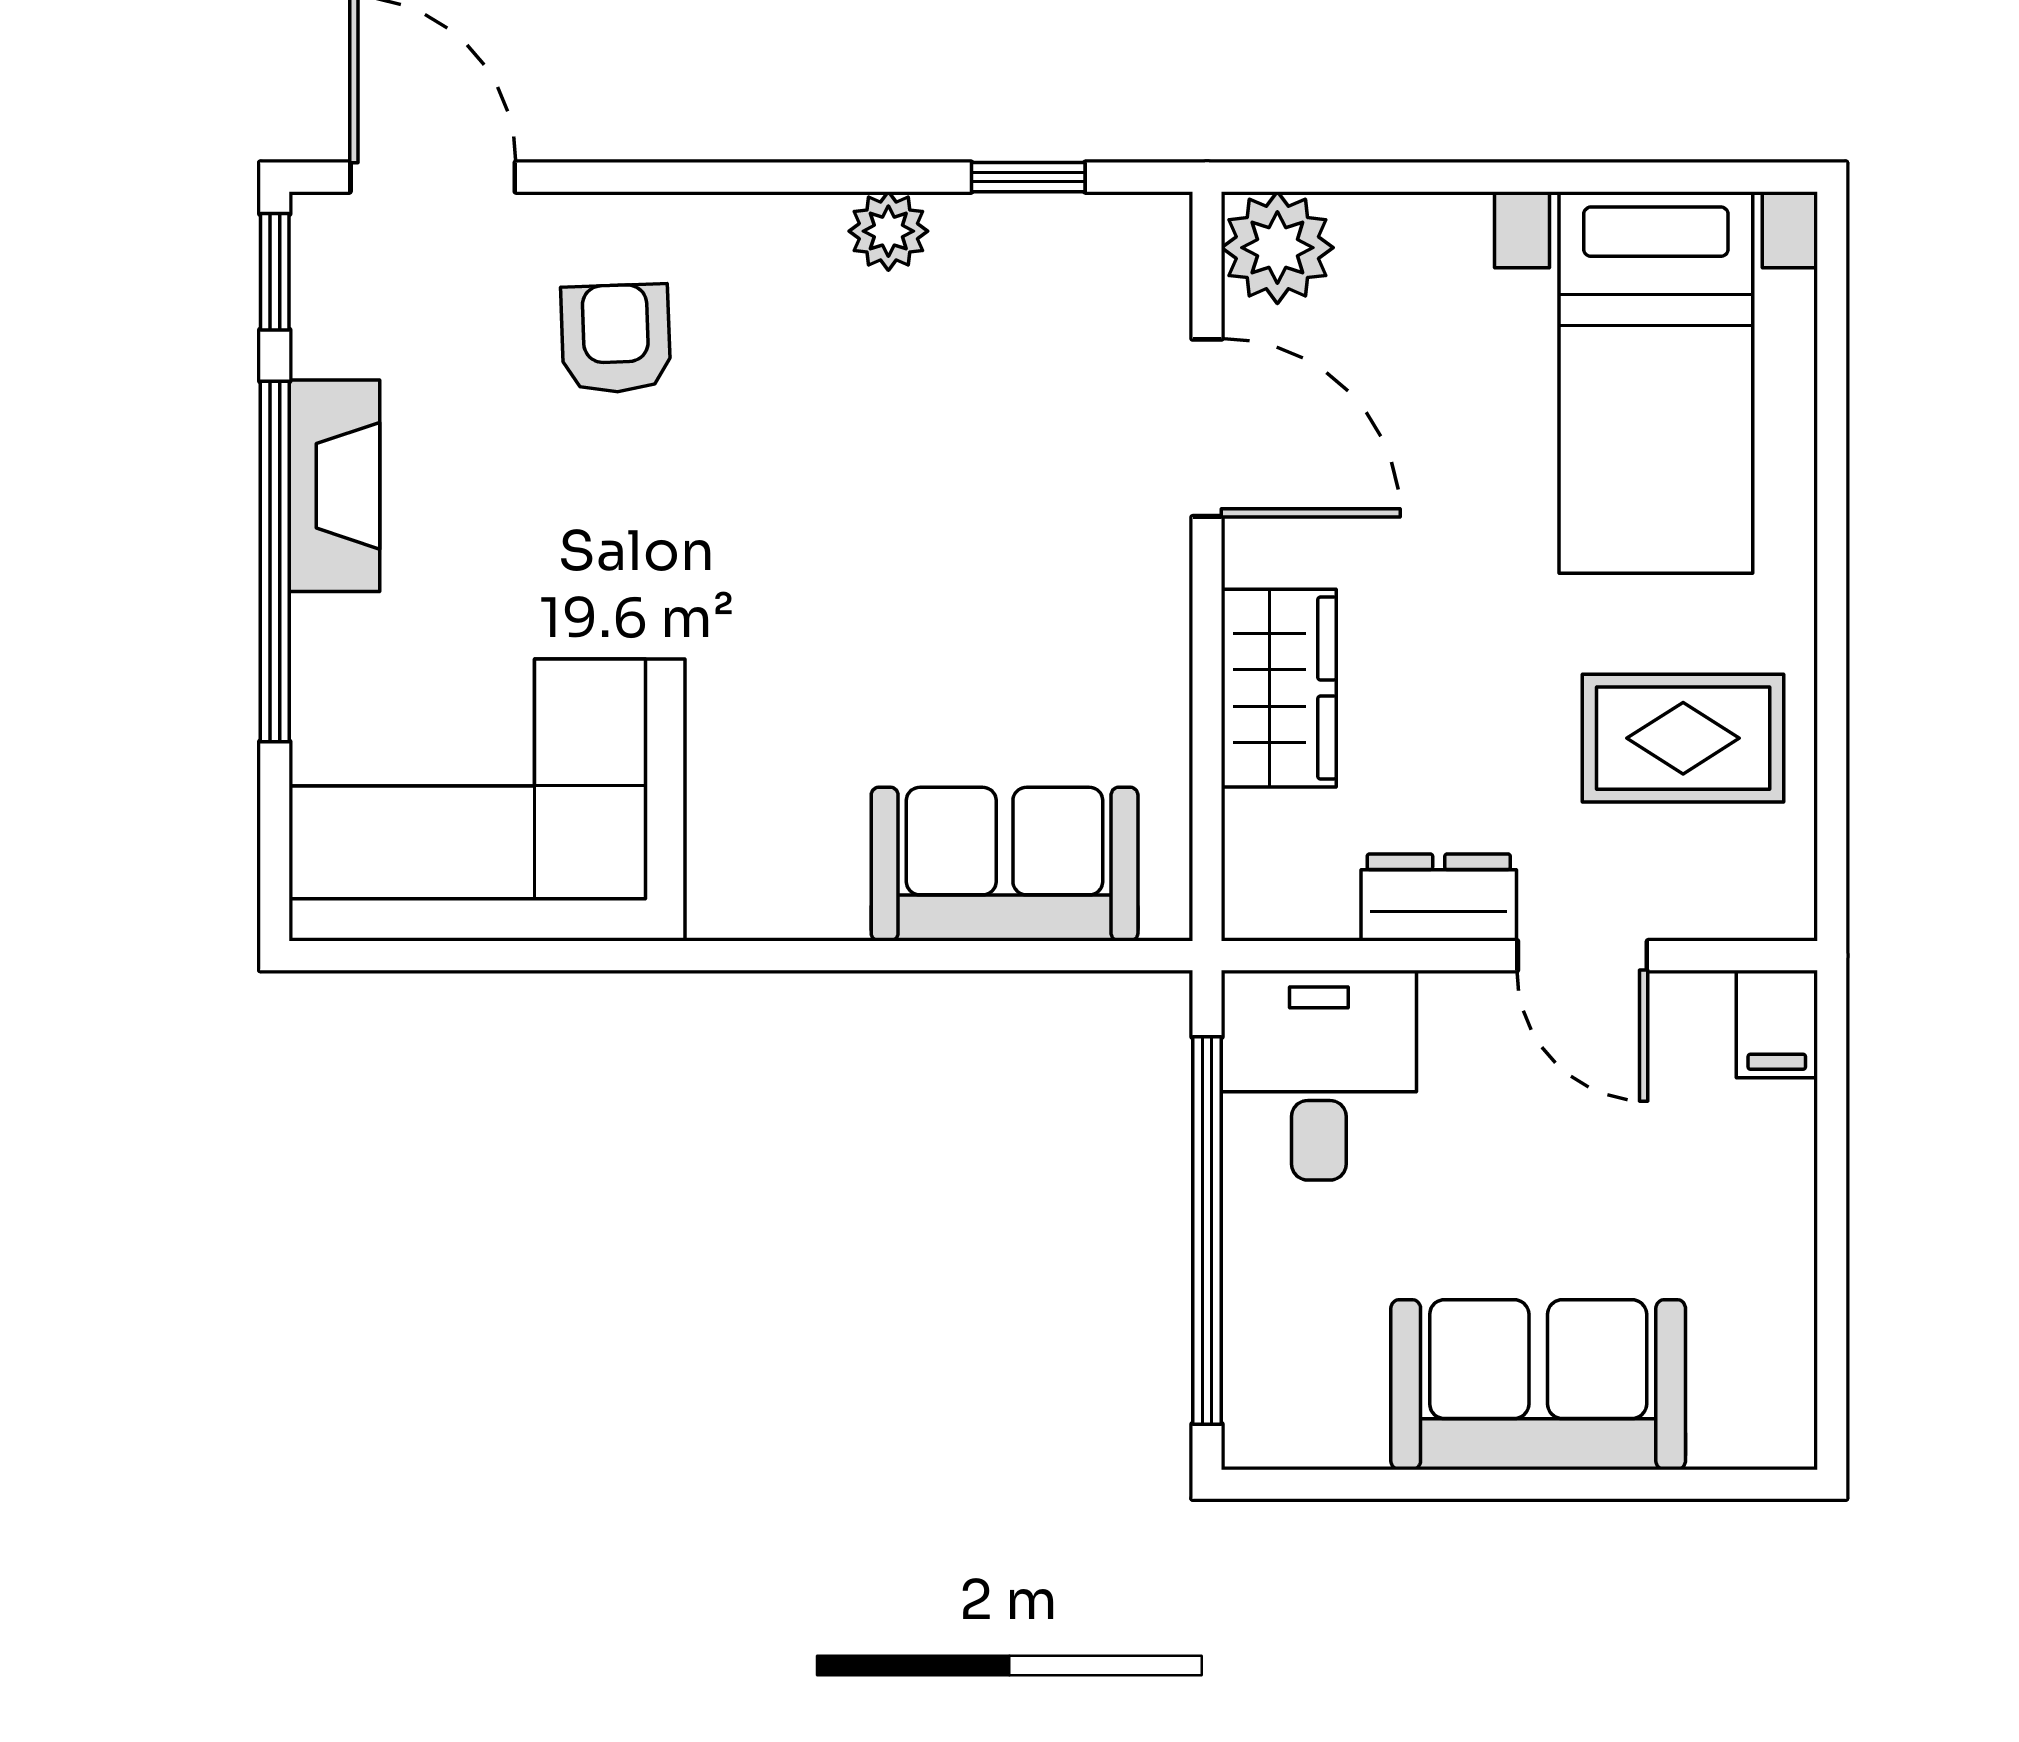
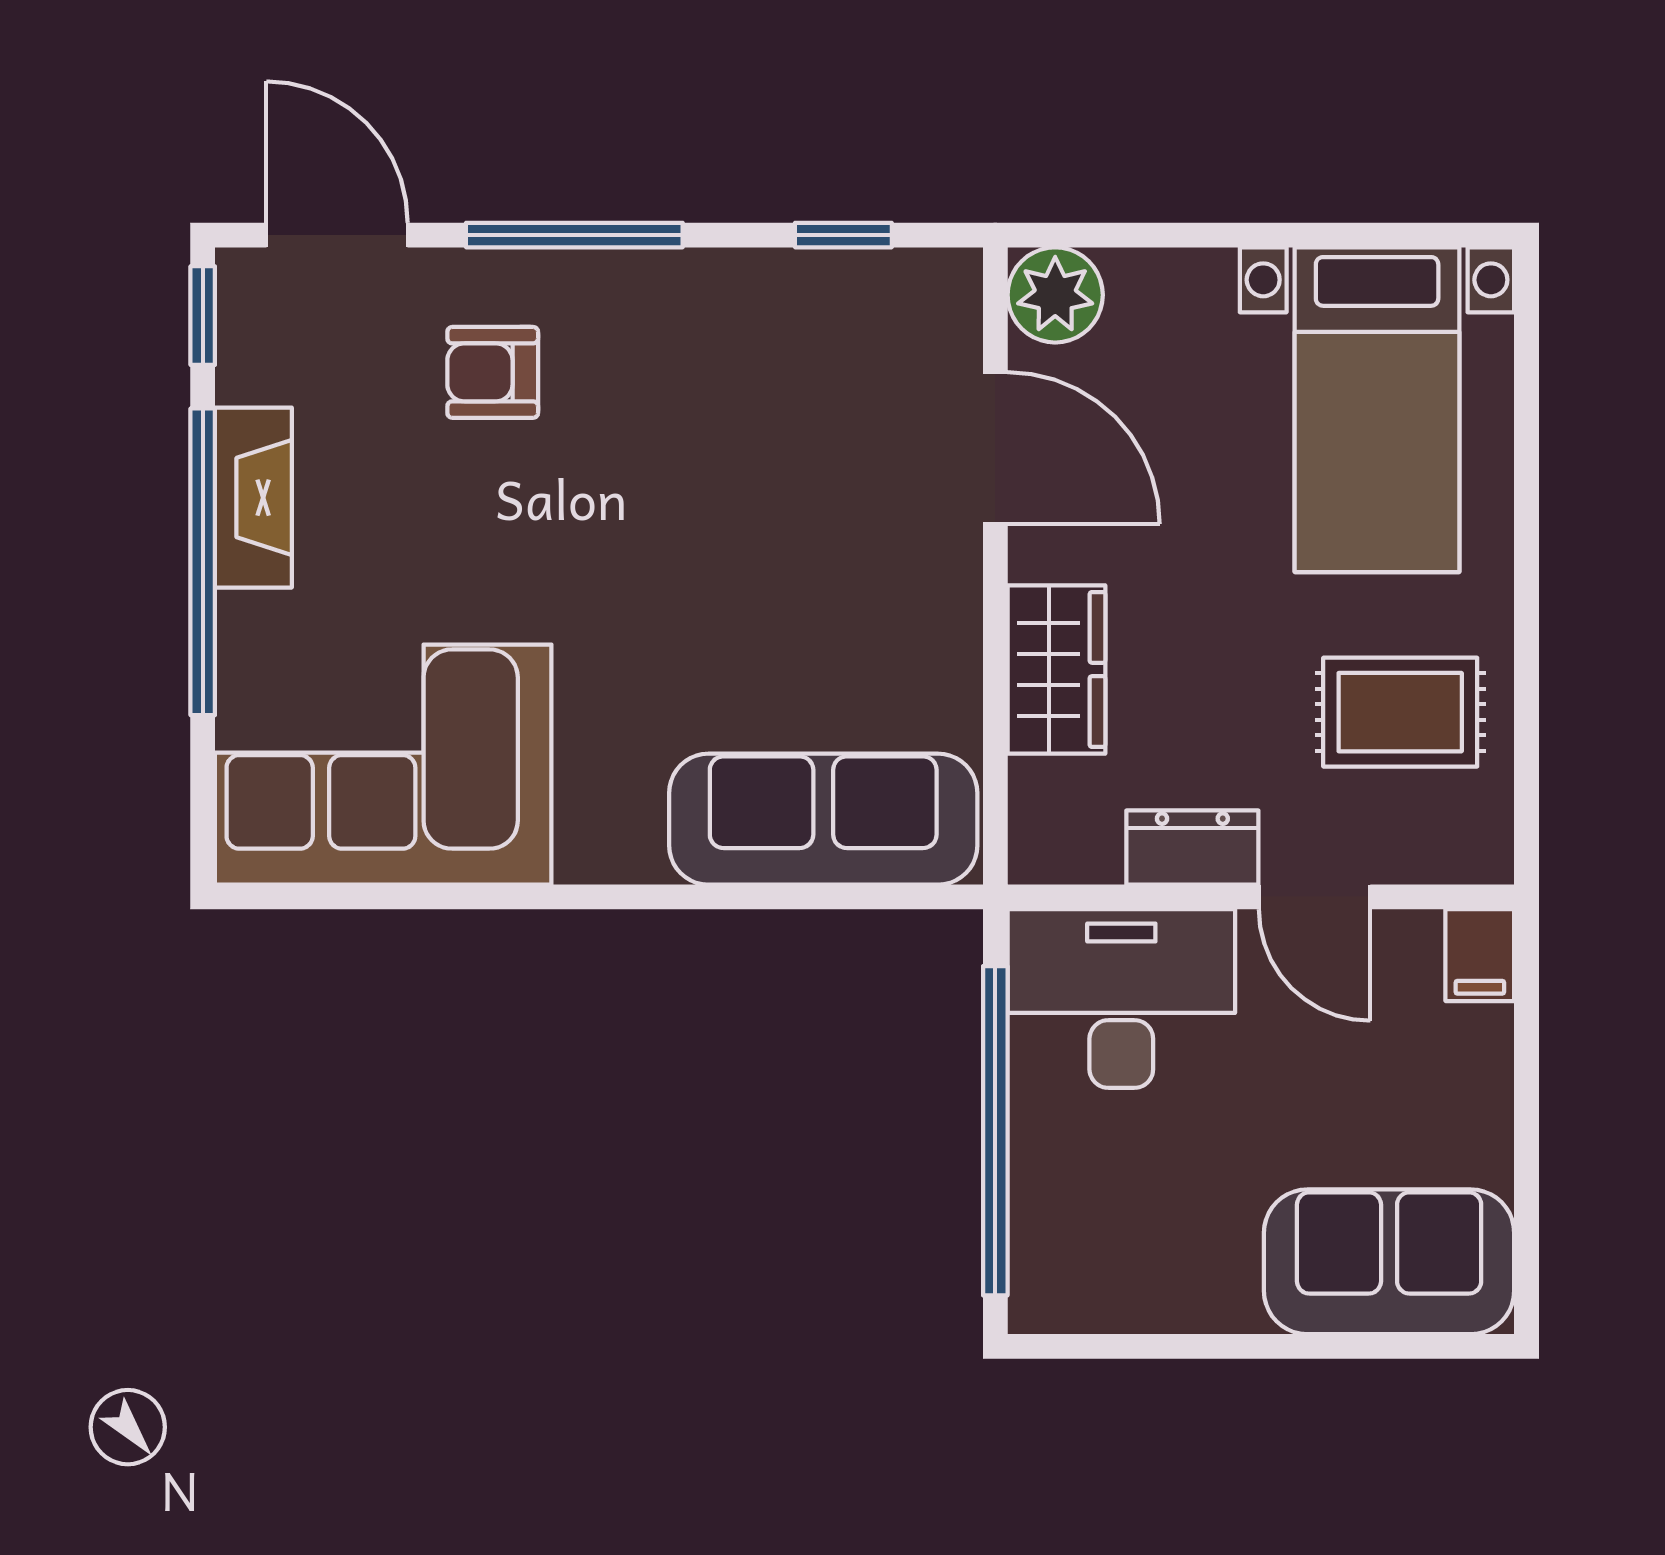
window: (712, 177) -> (574, 235), added
plant: (888, 231) -> (724, 281), removed
armchair: (616, 339) -> (493, 372), turned -88
sofa: (1005, 864) -> (823, 819), width x1.36
desk: (1319, 1075) -> (1121, 999), width x1.37
sofa: (1538, 1385) -> (1389, 1262), moved

